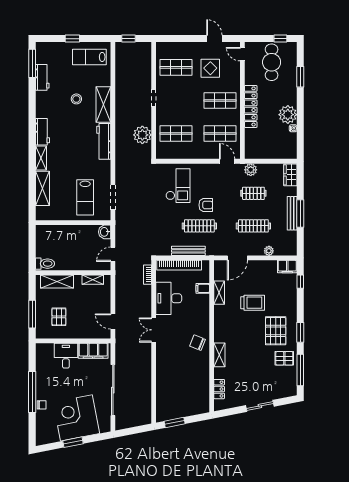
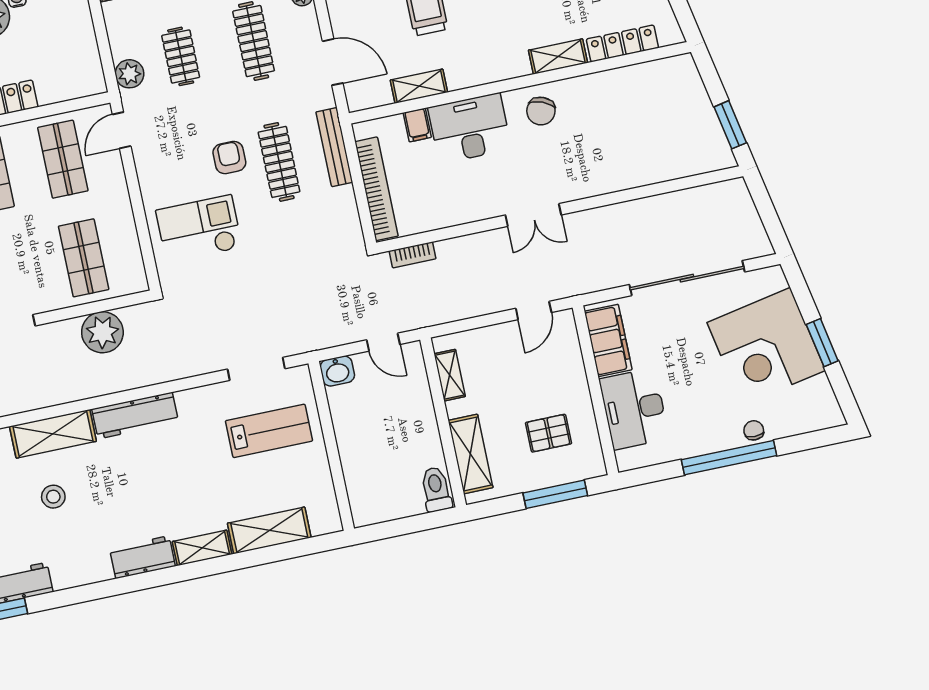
bench: (188, 251) -> (334, 147), moved
desk: (169, 298) -> (470, 128), moved, turned 180
desk: (66, 356) -> (634, 409), width x1.37
locker: (219, 389) -> (622, 43), width x1.53

